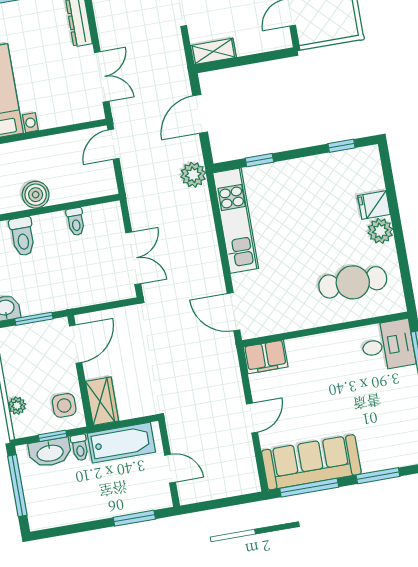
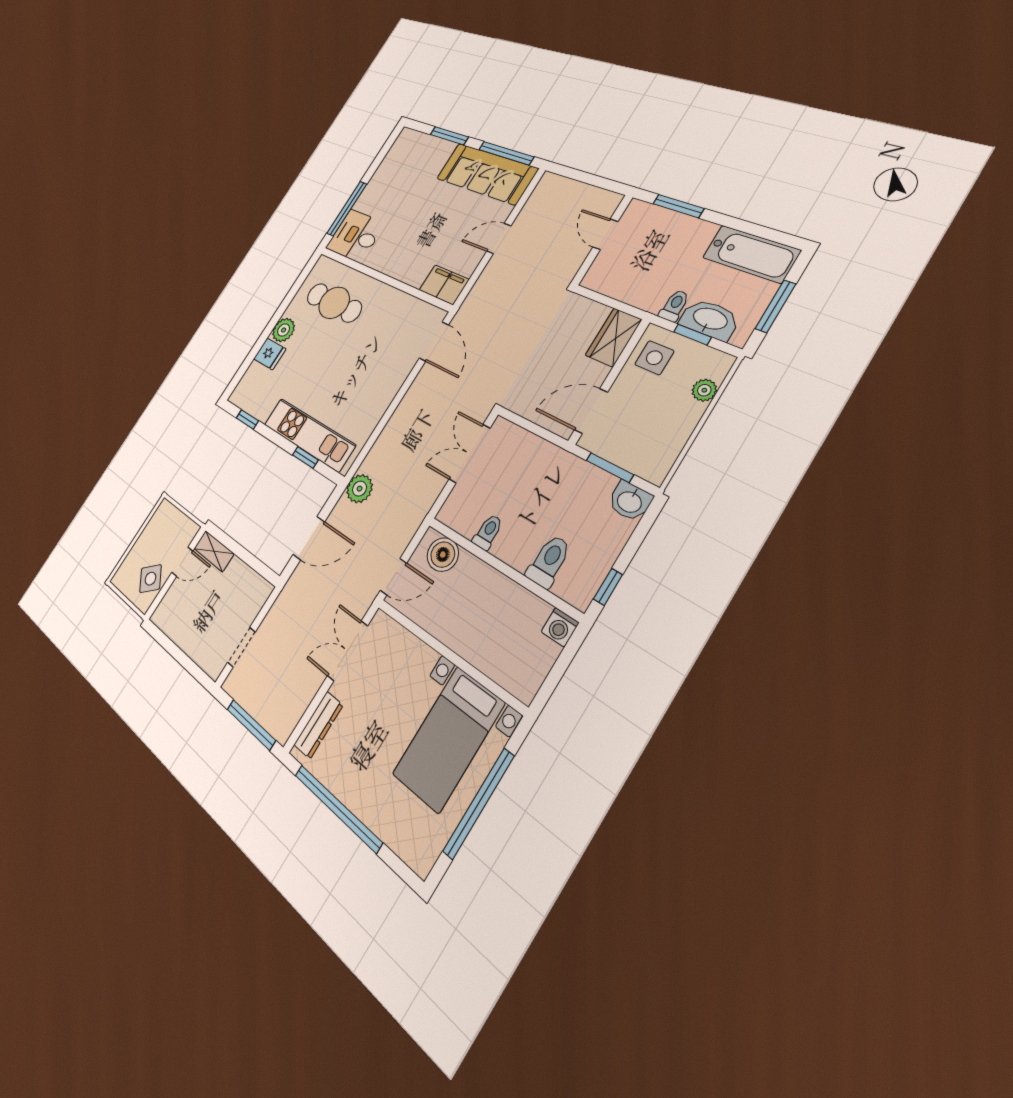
shelving: (213, 51) -> (214, 551), moved
boiler: (36, 195) -> (443, 555), moved
kitchen unit: (236, 221) -> (309, 435), moved, turned 90
bathtub: (121, 443) -> (751, 254), moved, turned 180
window: (17, 486) -> (775, 306), width x0.69

